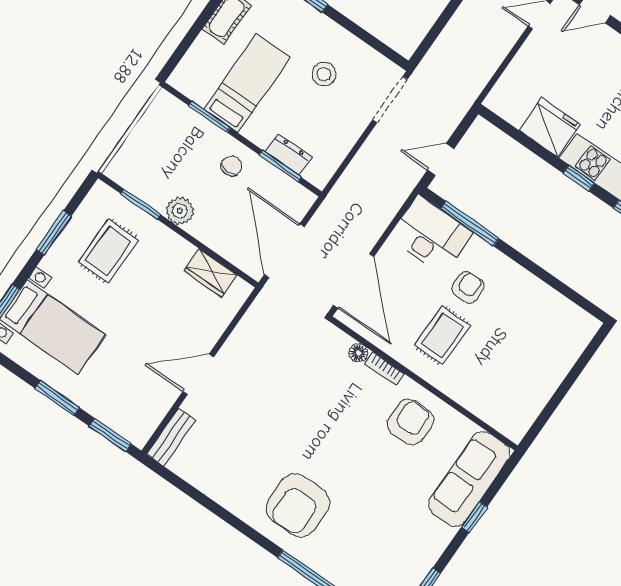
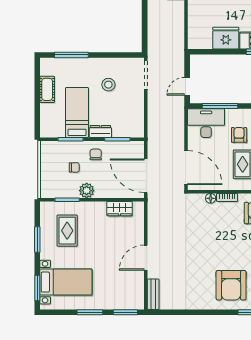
dresser: (289, 154) -> (100, 131), moved
chair: (185, 163) -> (74, 167), added

